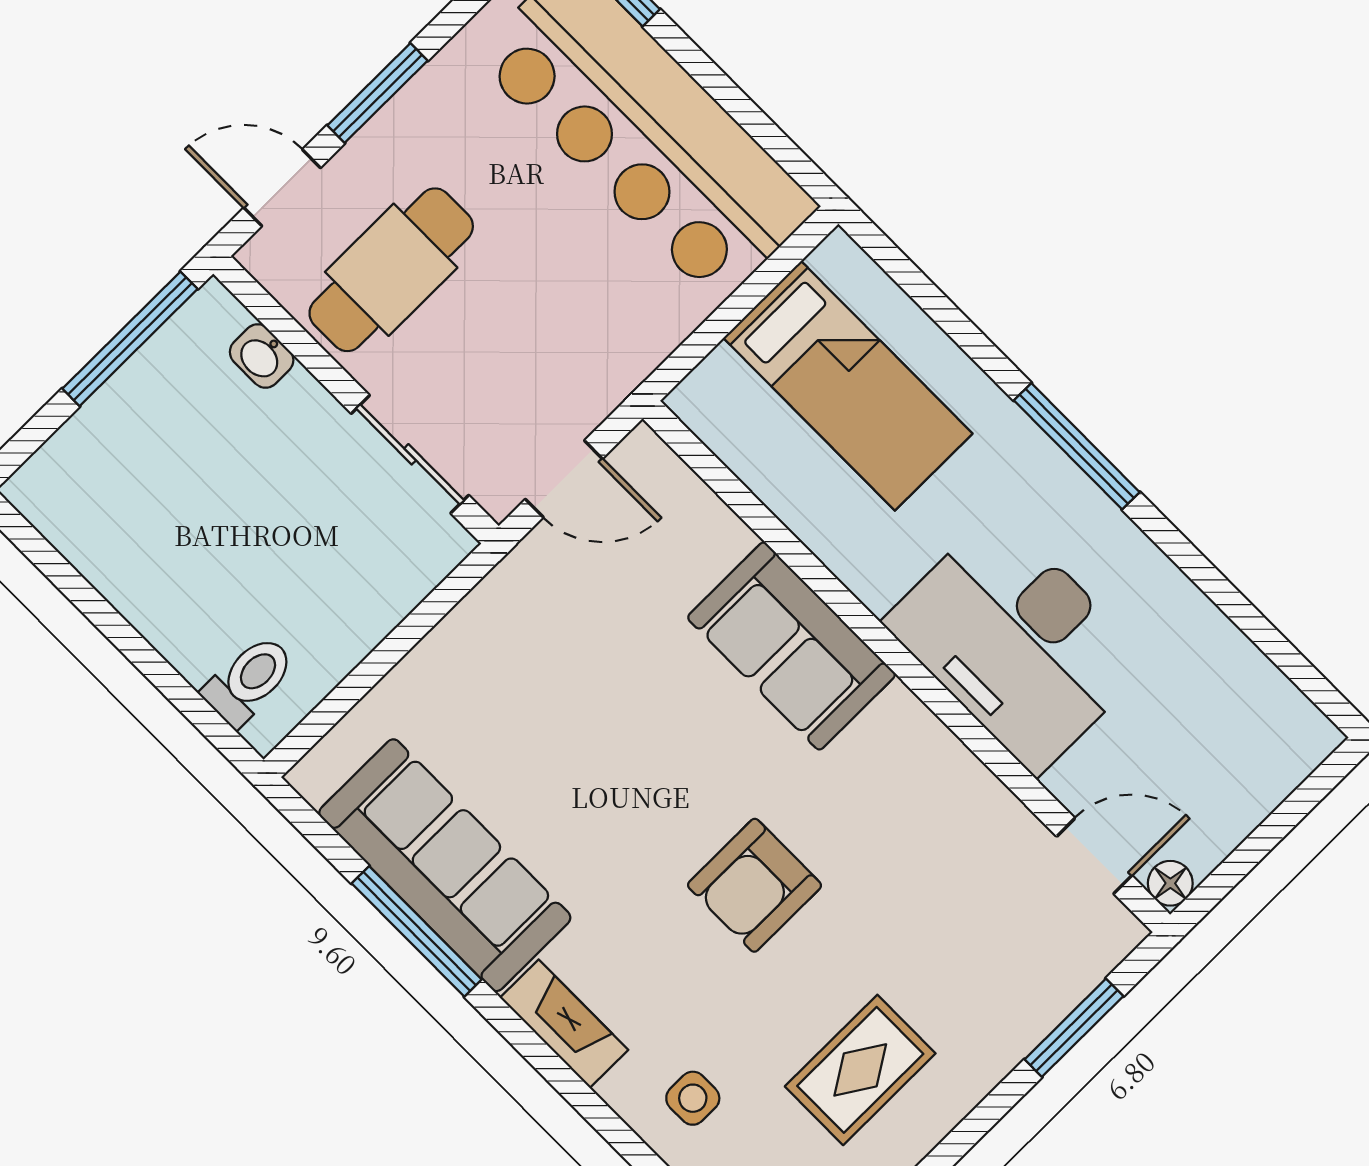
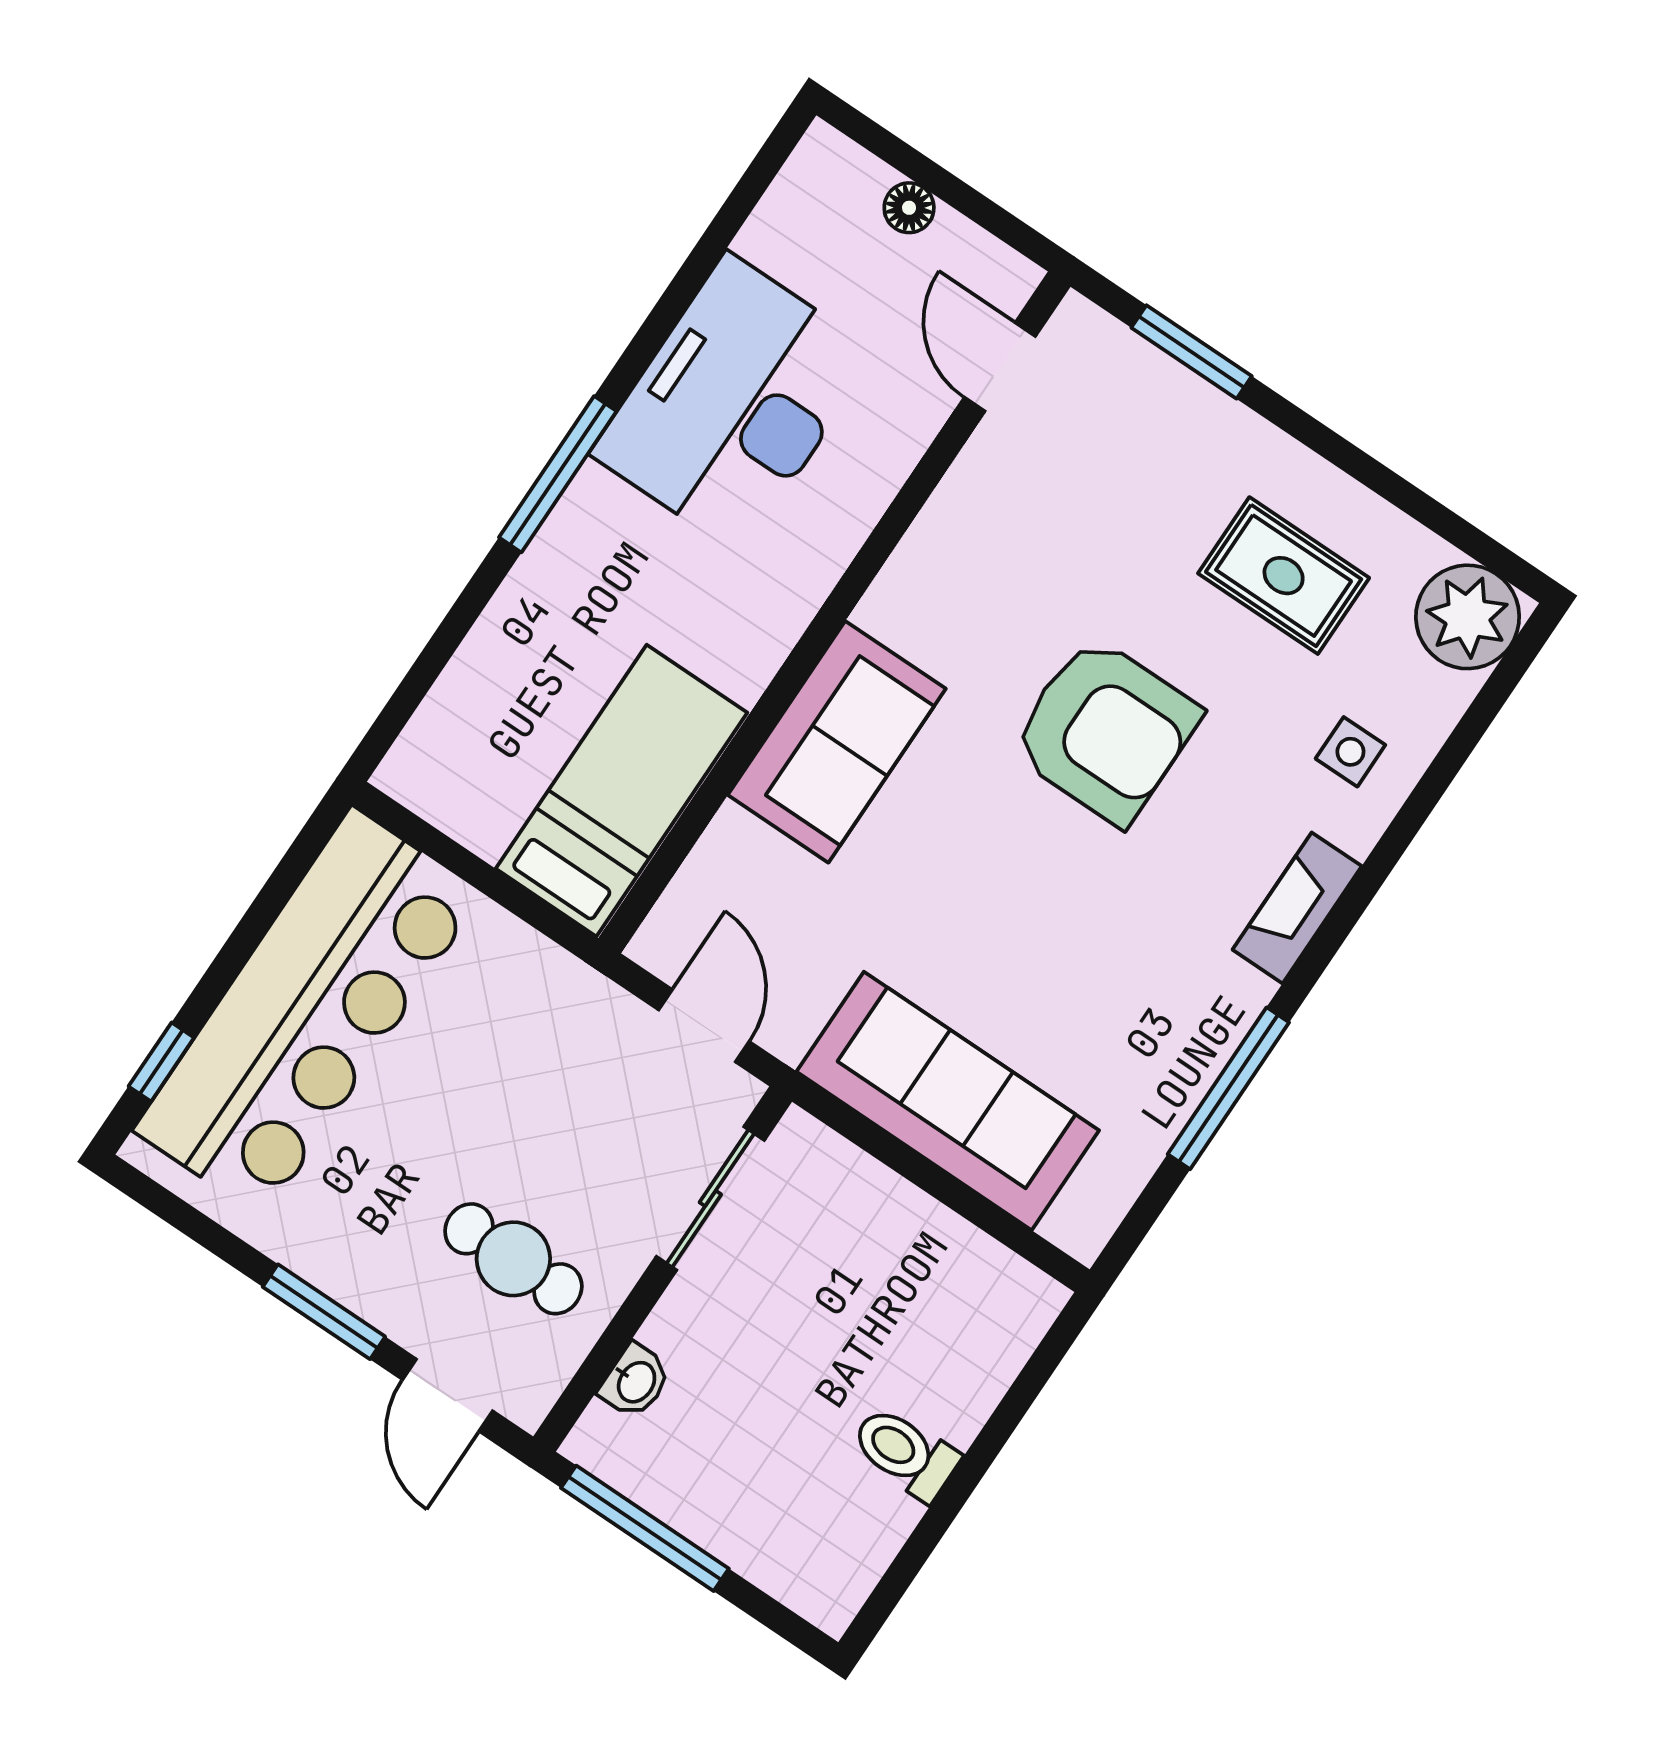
cafe table: (391, 270) -> (513, 1259), width x0.73, depth x0.74
bed: (848, 386) -> (621, 791), moved
desk: (1017, 642) -> (734, 403), moved, turned 180
toilet: (249, 680) -> (905, 1453), moved
sofa: (445, 865) -> (948, 1101), moved, turned 90
floor lamp: (1170, 883) -> (909, 208), moved
armchair: (755, 885) -> (1105, 730), width x1.36, depth x1.36

